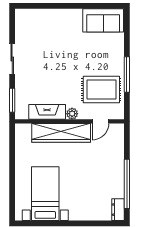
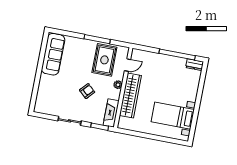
sofa: (103, 20) -> (53, 54), width x1.36
armchair: (56, 75) -> (87, 91), added
fireplace: (47, 112) -> (111, 113), moved
door: (100, 121) -> (128, 65), hinge flipped

